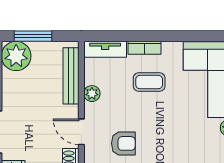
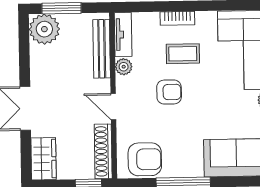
tv unit: (105, 49) -> (123, 35), moved, turned -90
armchair: (123, 143) -> (169, 92), moved

